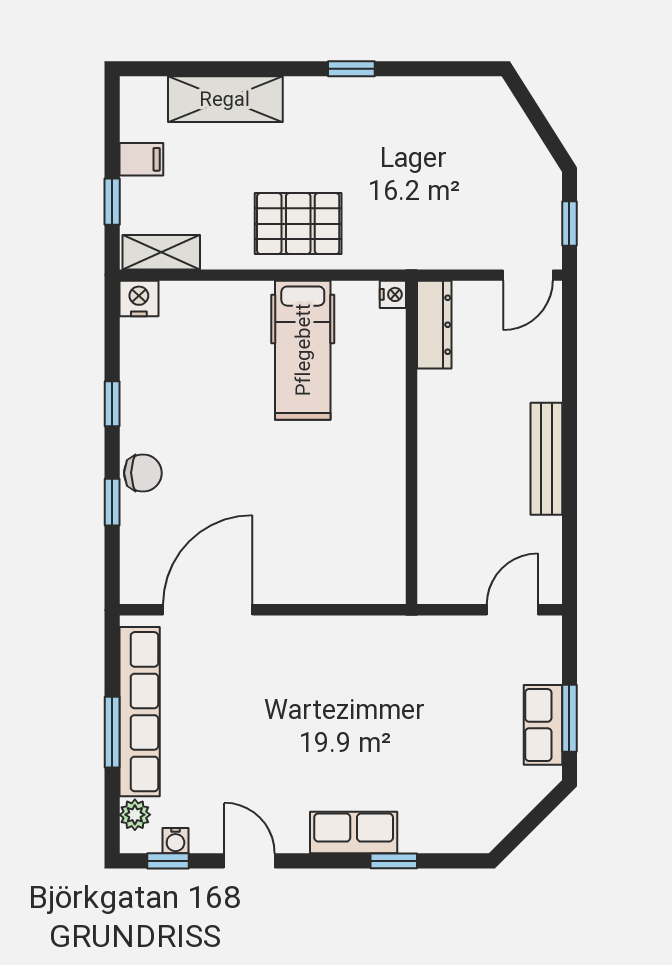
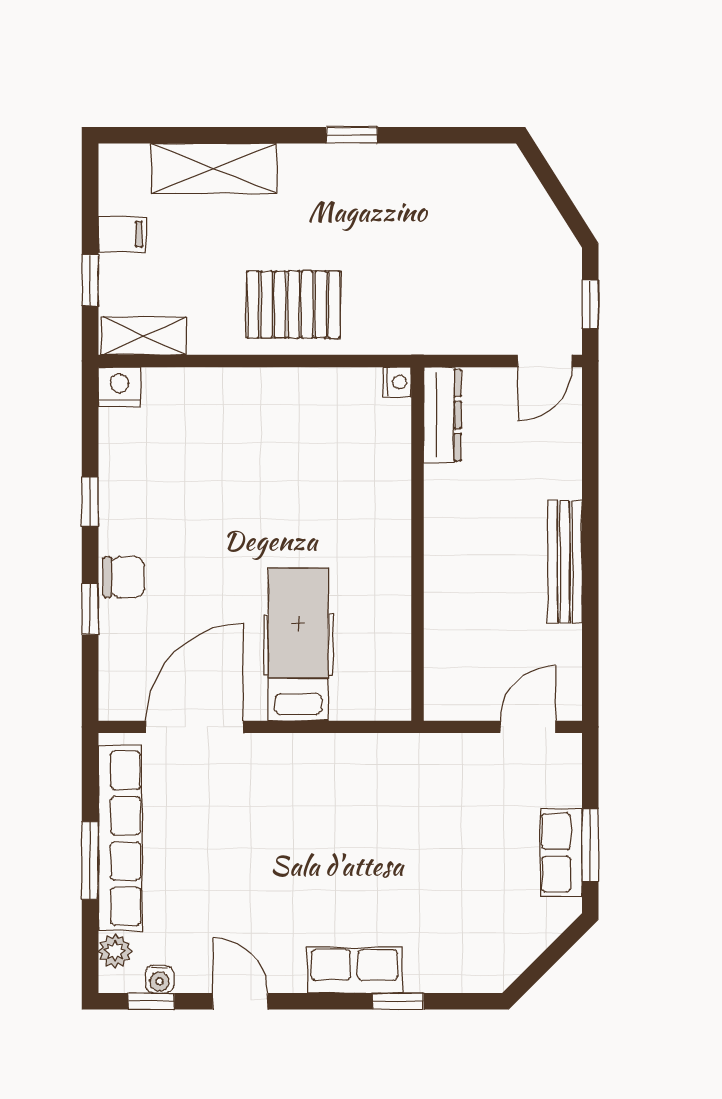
hospital bed: (303, 350) -> (298, 645), moved, turned 180

